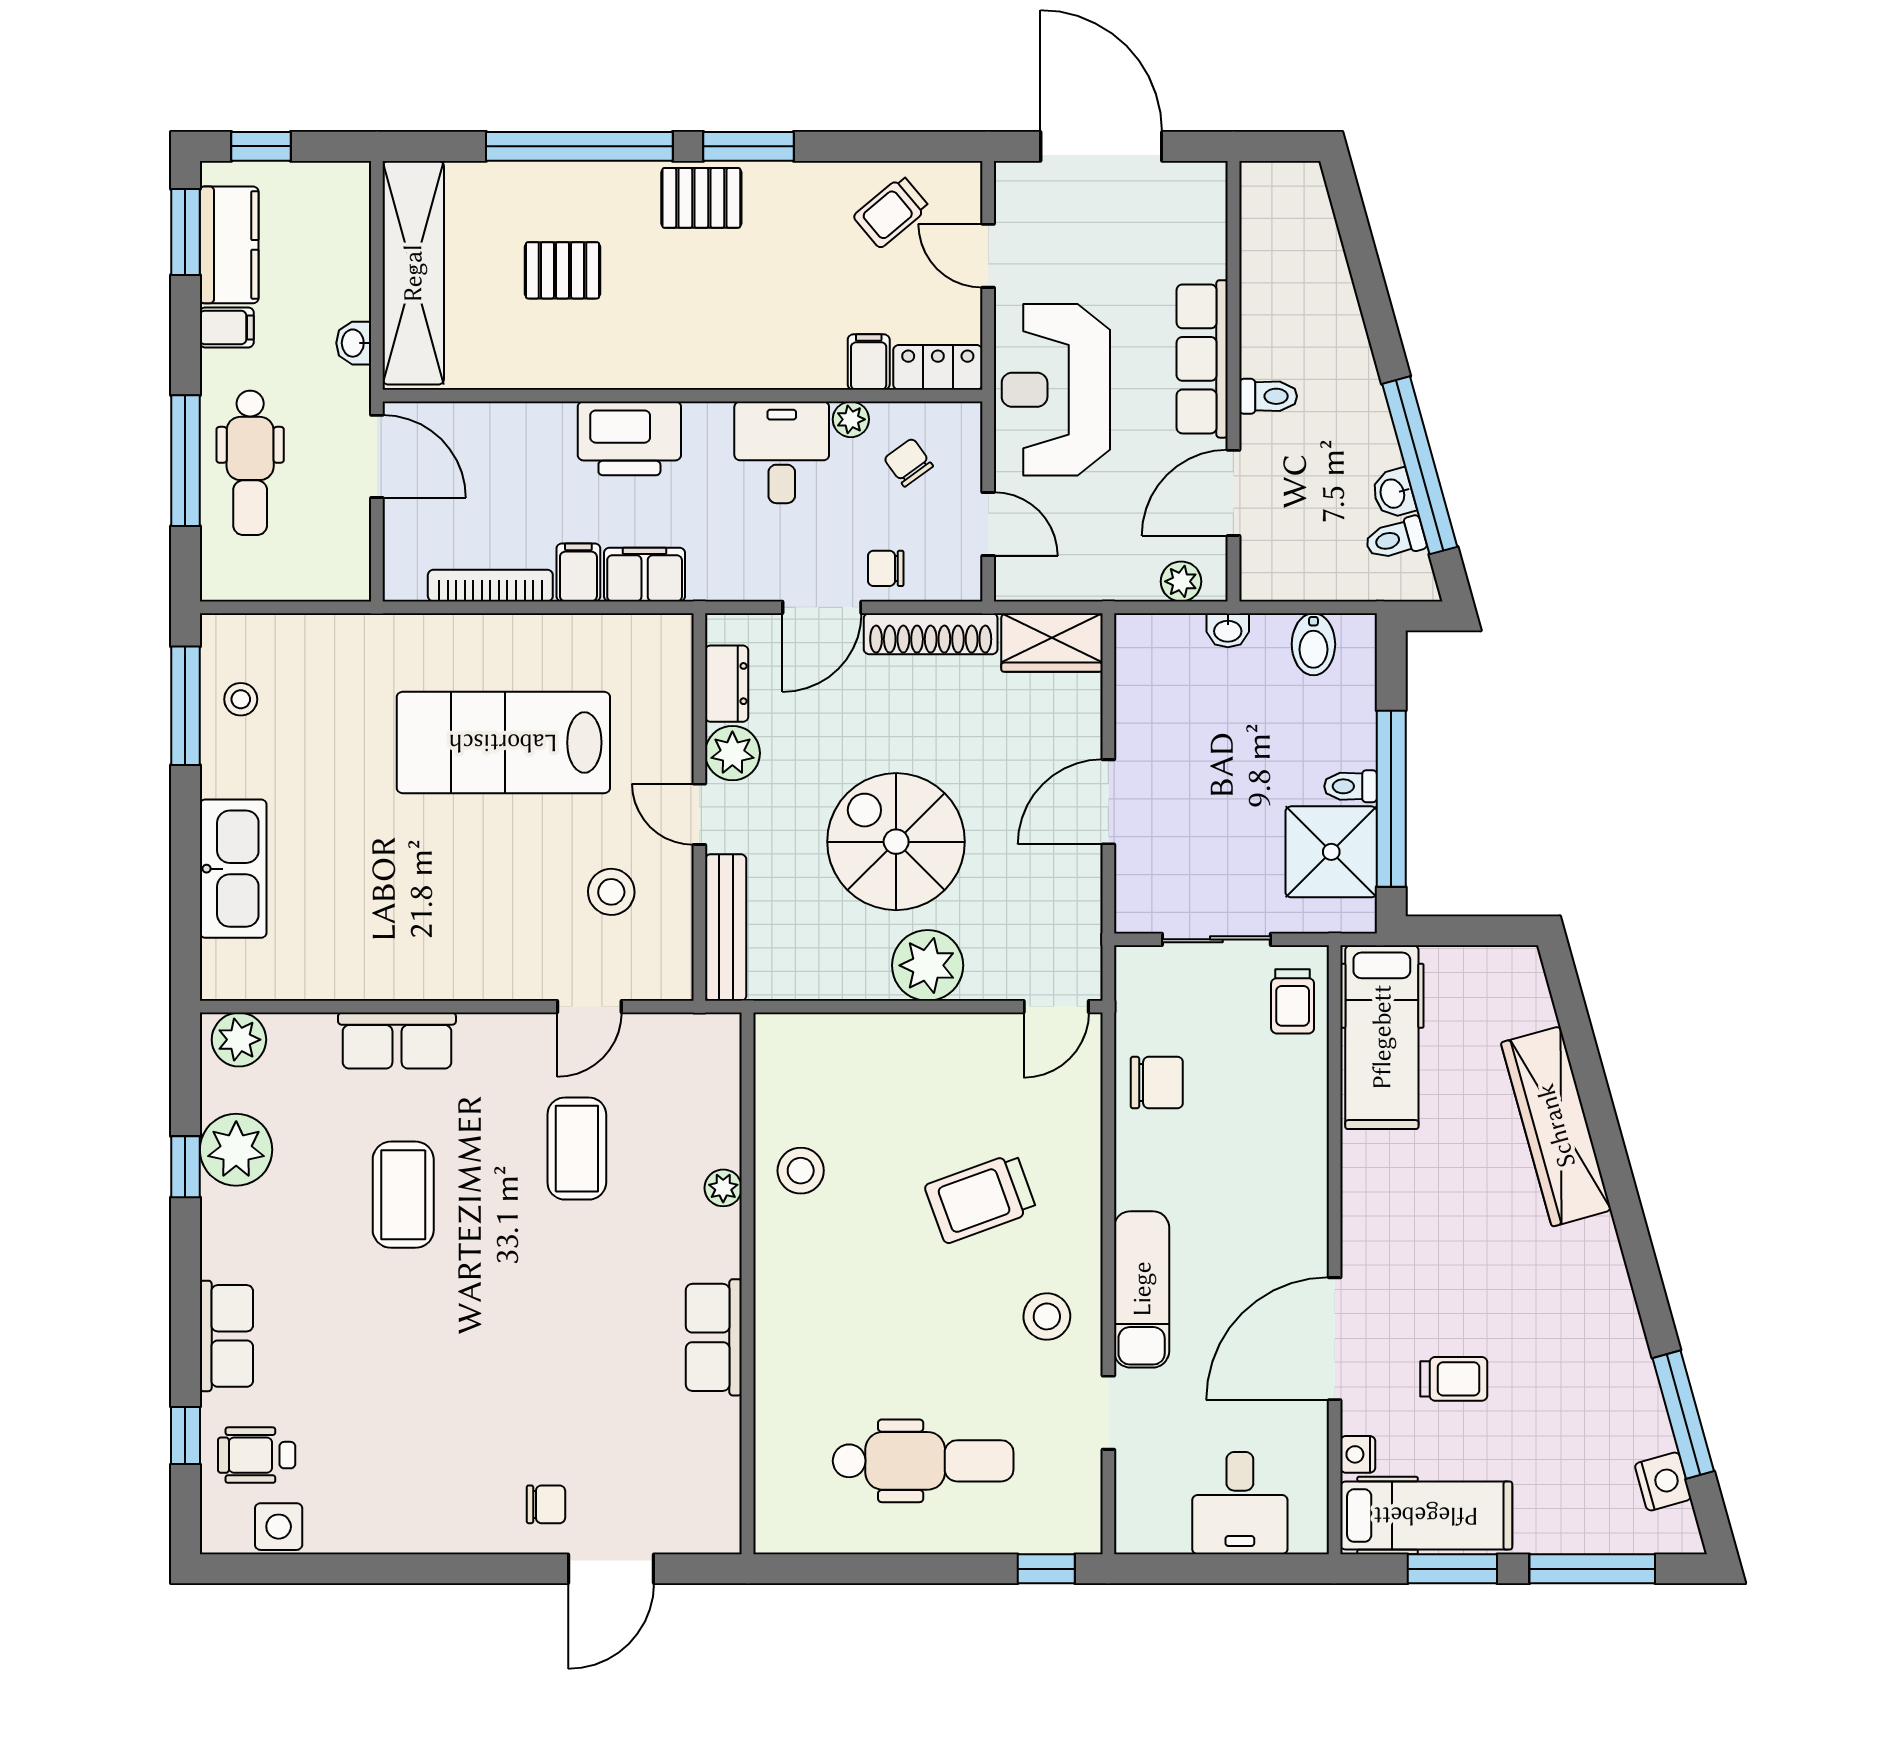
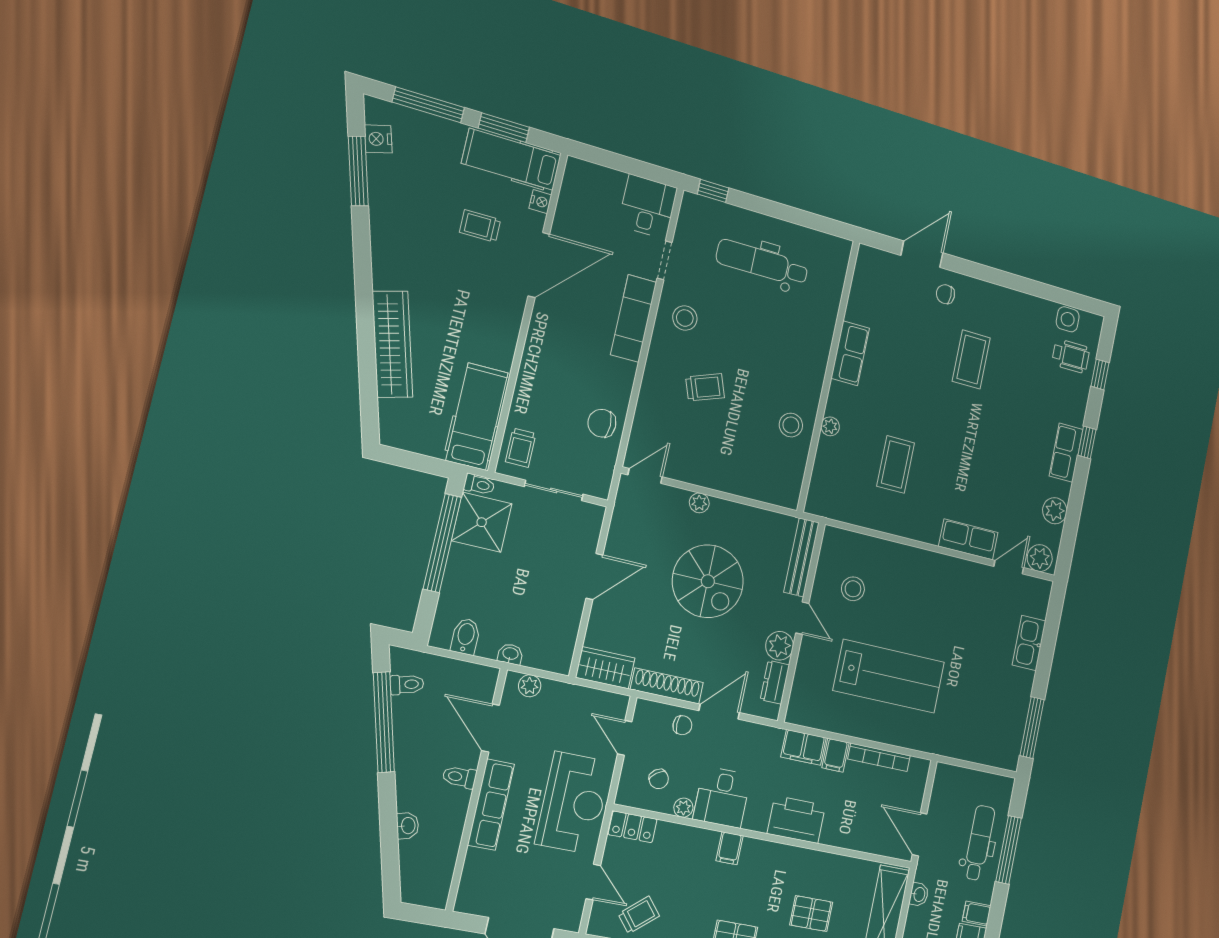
filing cabinet: (869, 362) -> (730, 848), moved
door: (1233, 493) -> (490, 728), swing flipped
washbasin: (1393, 493) -> (408, 826), moved
stool: (241, 699) -> (1006, 725), removed
toilet: (1351, 786) -> (479, 485), moved
kitchen sink: (233, 869) -> (1029, 643), width x0.73, depth x0.81
plant: (928, 965) -> (699, 503), width x0.53, depth x0.53
trolley: (1293, 1001) -> (521, 448), turned 180
door: (589, 1007) -> (1009, 567), moved
plant: (236, 1150) -> (1055, 511), width x0.73, depth x0.73
window: (185, 1167) -> (1087, 442), moved
coffee table: (403, 1195) -> (971, 360), moved
trolley: (981, 1198) -> (705, 387), width x0.73, depth x0.72
row of seats: (226, 1336) -> (1066, 453), moved
desk: (1240, 1503) -> (648, 207), moved

